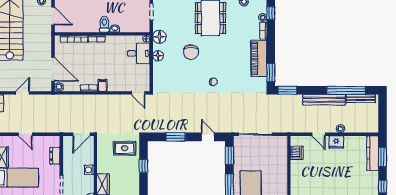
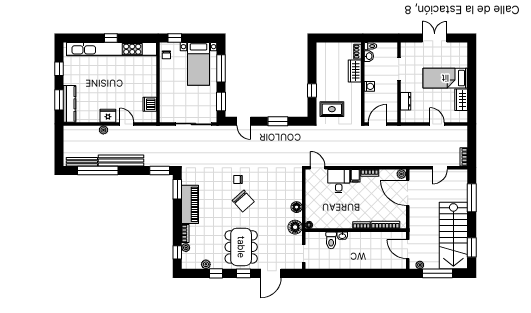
toilet: (104, 24) -> (331, 240), moved
chair: (191, 52) -> (243, 201), moved, turned 138
desk: (139, 53) -> (339, 181), moved, turned 90

